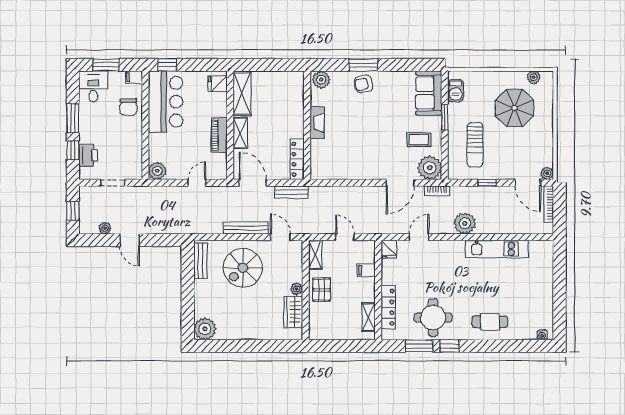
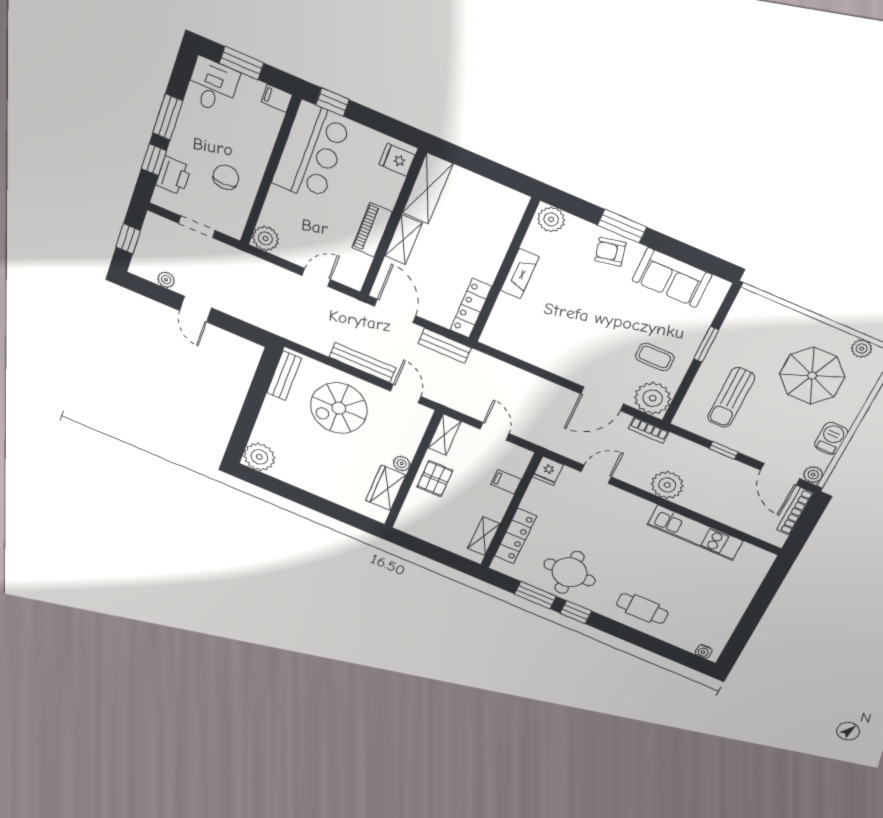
barbecue: (456, 90) -> (831, 439), moved, turned 180
sofa: (429, 93) -> (672, 278), moved, turned -90
chair: (128, 107) -> (226, 177), moved, turned 180

